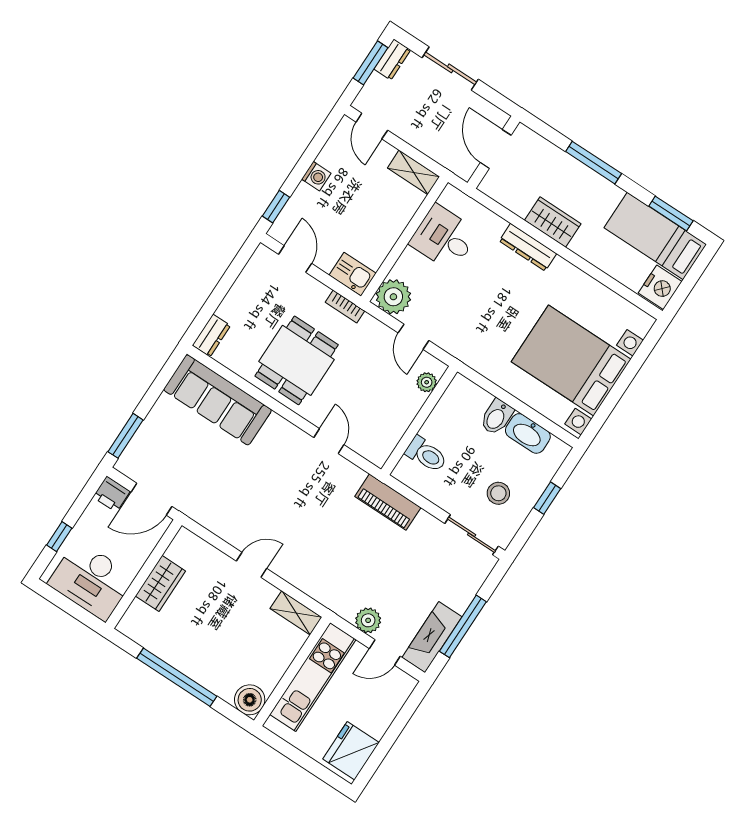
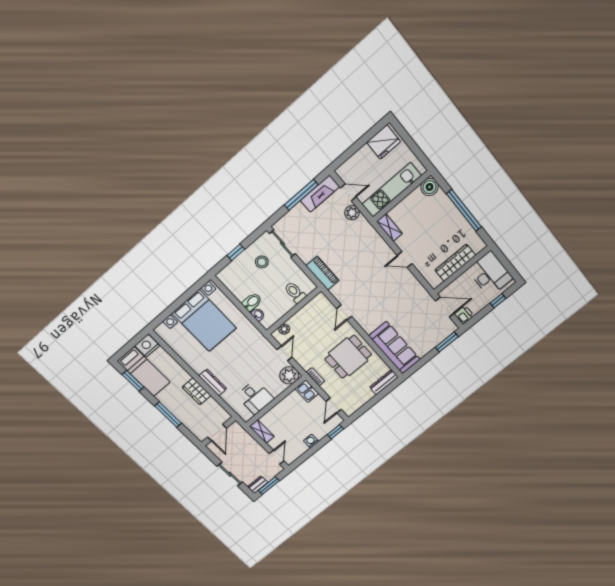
dresser: (211, 335) -> (384, 382), width x1.44
washbasin: (528, 433) -> (258, 314), moved, width x0.52, depth x0.69
wardrobe: (160, 583) -> (455, 263), width x1.50

